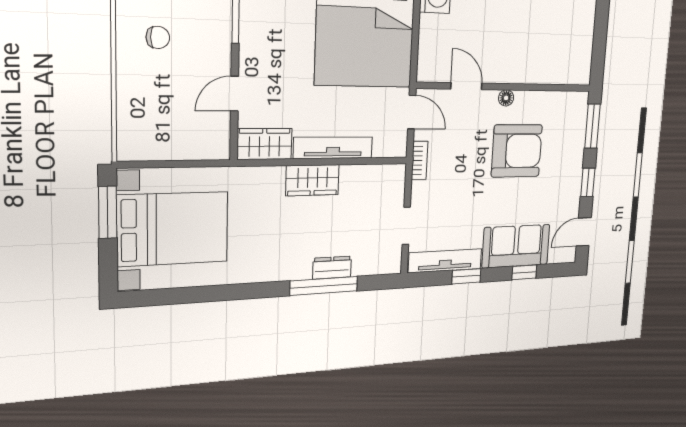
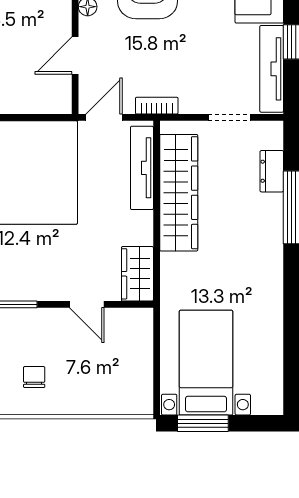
tv unit: (333, 148) -> (142, 168), moved
wardrobe: (312, 180) -> (179, 193), width x2.10, depth x1.17
bed with nightstands: (173, 229) -> (206, 363), width x0.73
dresser: (332, 268) -> (272, 171), moved

